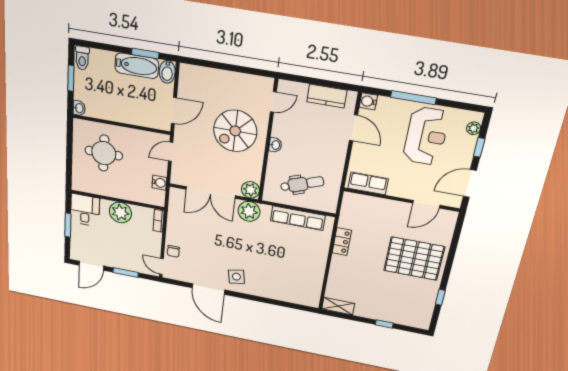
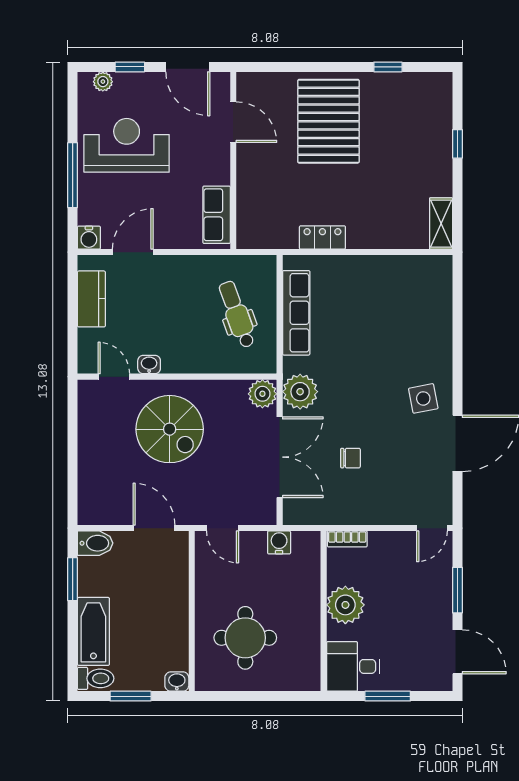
bathtub: (137, 66) -> (93, 631), moved
washbasin: (275, 145) -> (149, 364), moved
chair: (173, 251) -> (350, 458), moved

